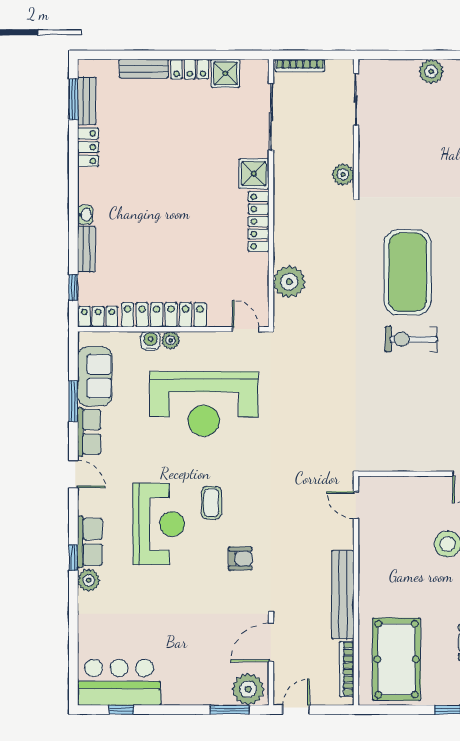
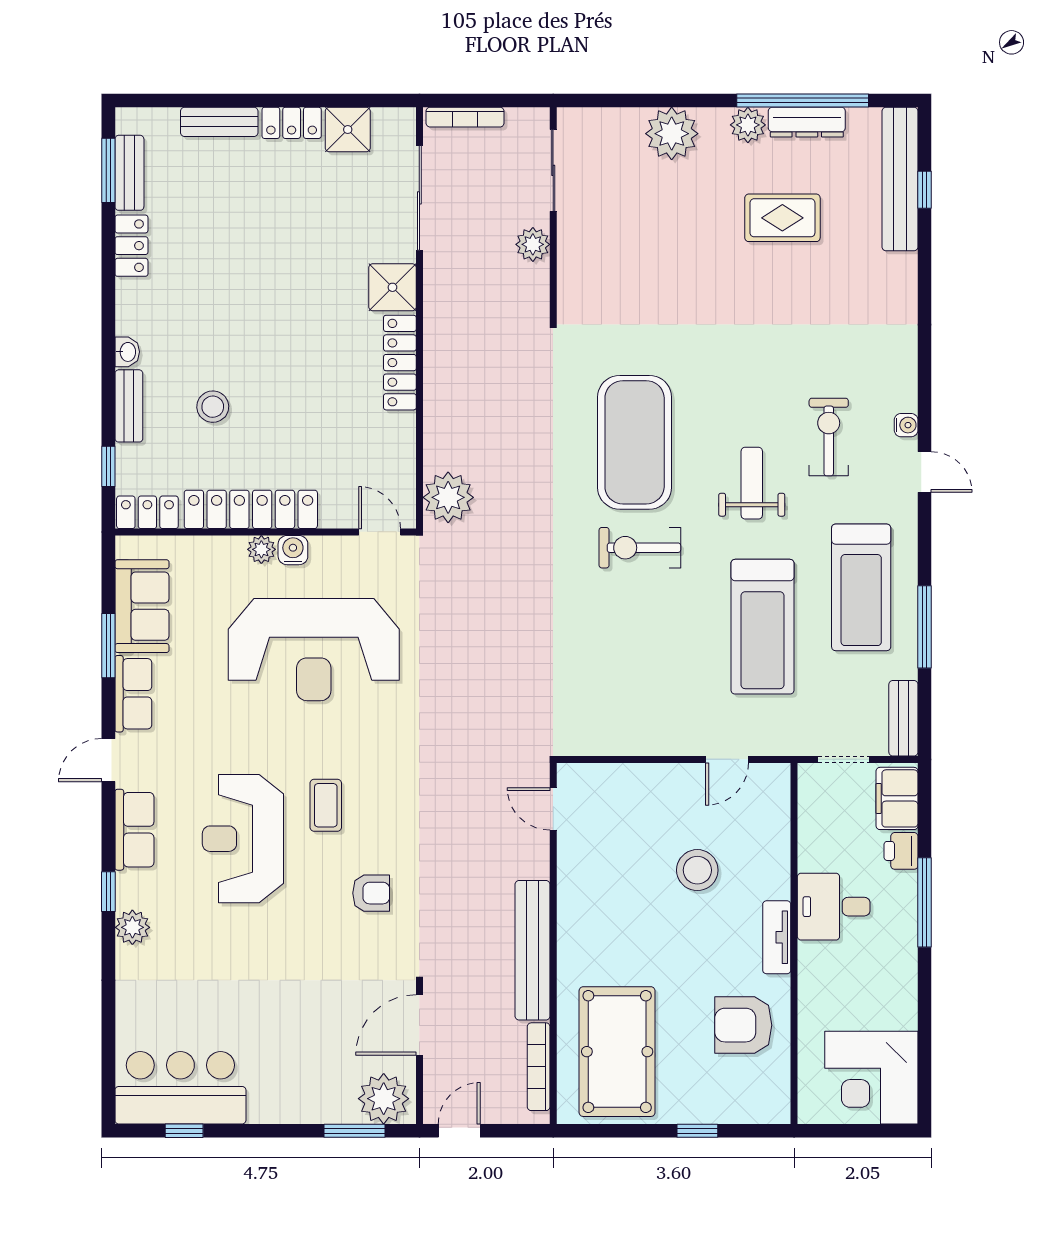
plant: (431, 71) -> (672, 134), width x1.36, depth x1.36
plant: (343, 175) -> (533, 244), moved
stool: (140, 250) -> (213, 407), added
plant: (289, 282) -> (448, 497), moved
water cooler: (151, 341) -> (293, 550), moved
door: (73, 474) -> (108, 760), swing flipped
reception desk: (159, 524) -> (243, 839), turned 180
row of seats: (90, 542) -> (134, 830), moved

